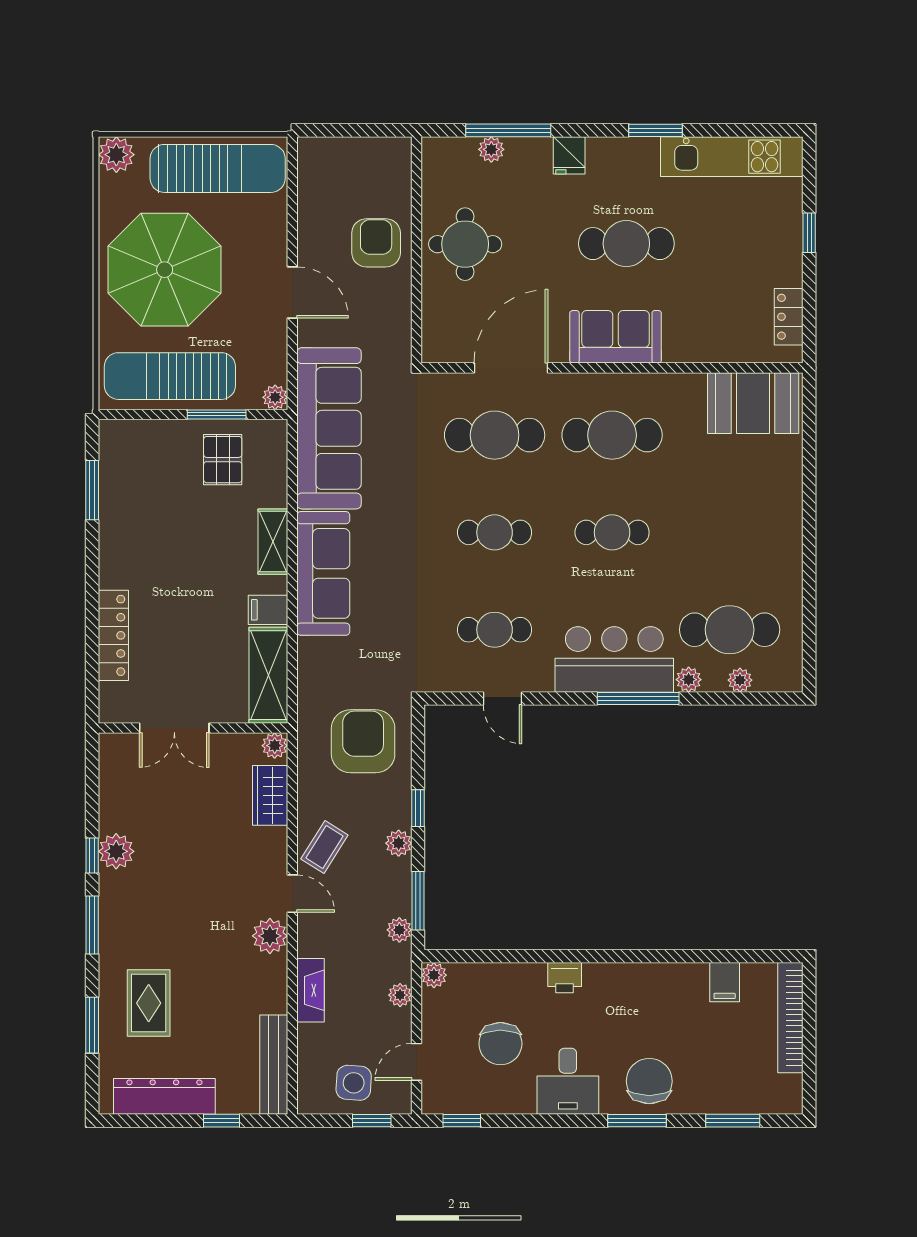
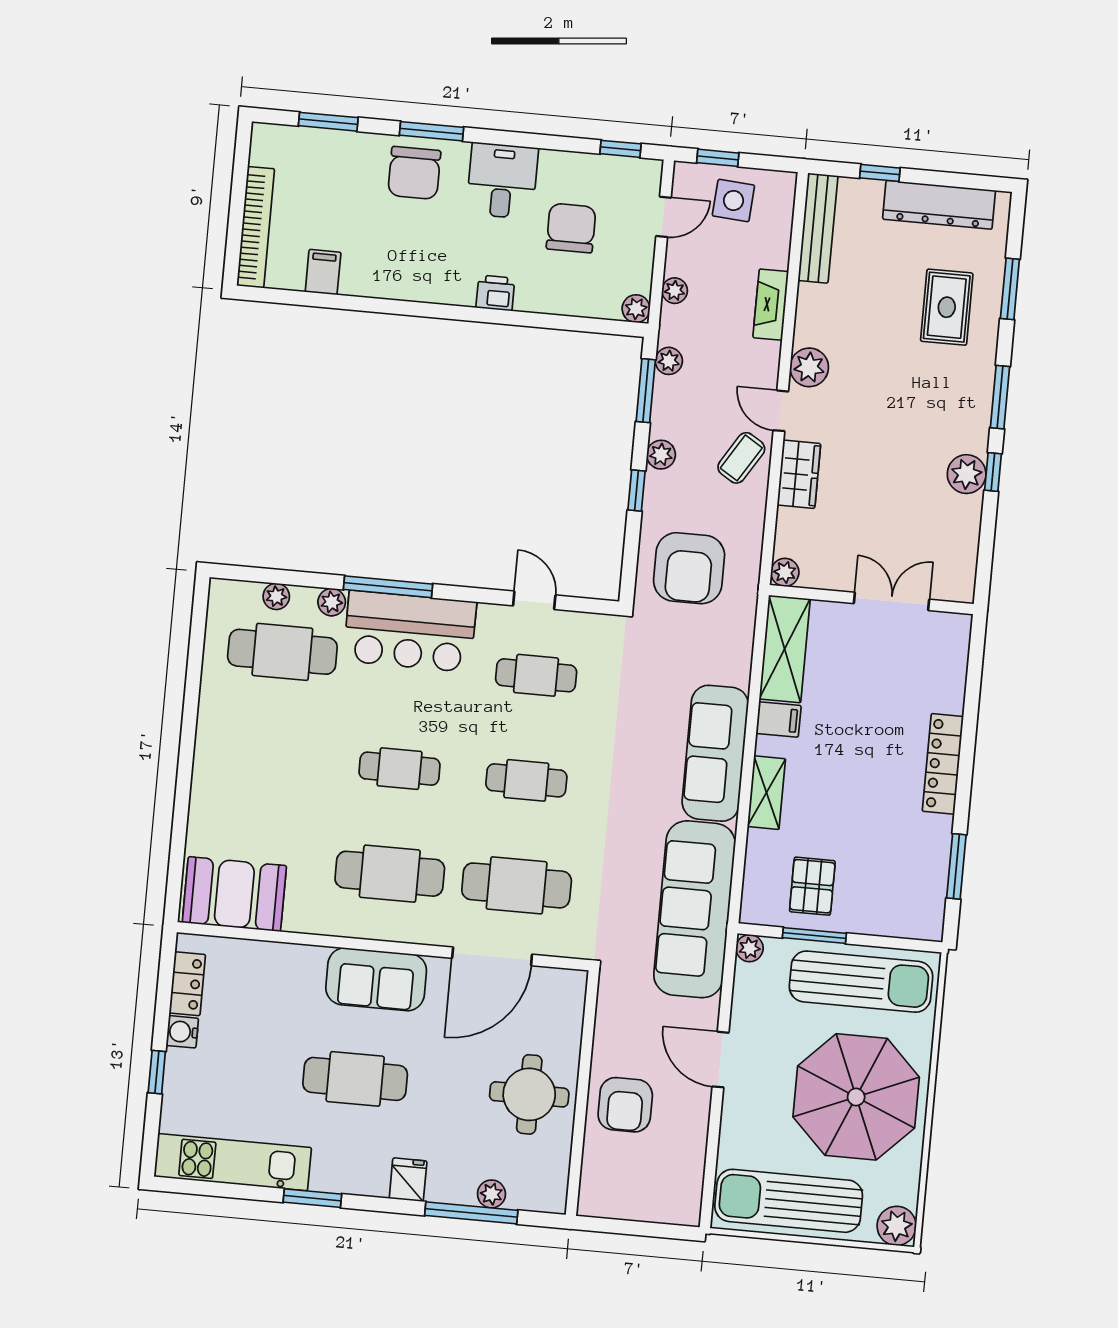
water cooler: (789, 272) -> (182, 1032), added
locker: (113, 635) -> (943, 764), moved
wardrobe: (270, 795) -> (799, 474), moved

